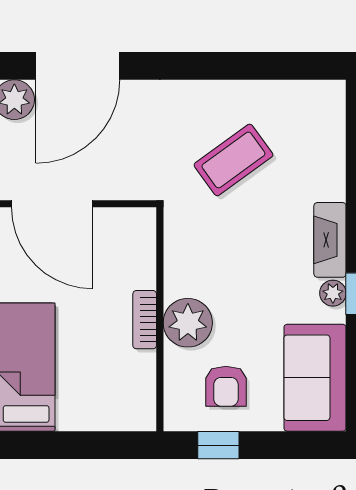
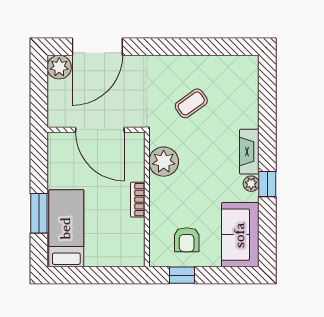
coffee table: (233, 160) -> (191, 103), width x0.73, depth x0.77
door: (52, 204) -> (100, 130), moved
plant: (188, 323) -> (164, 162), moved

